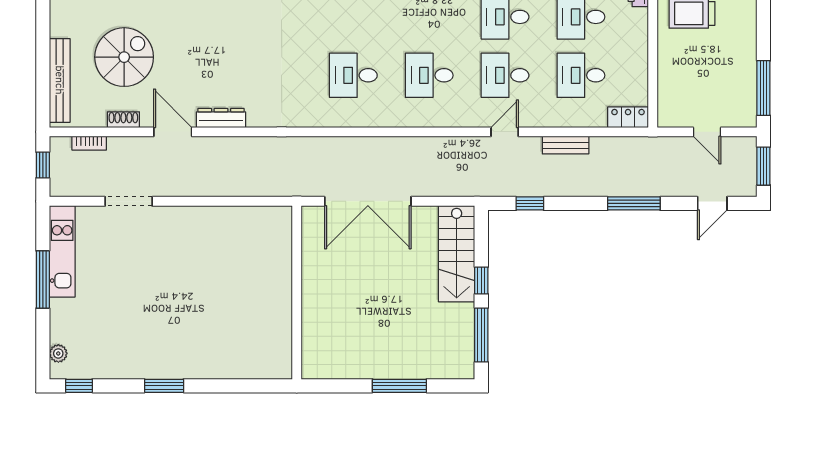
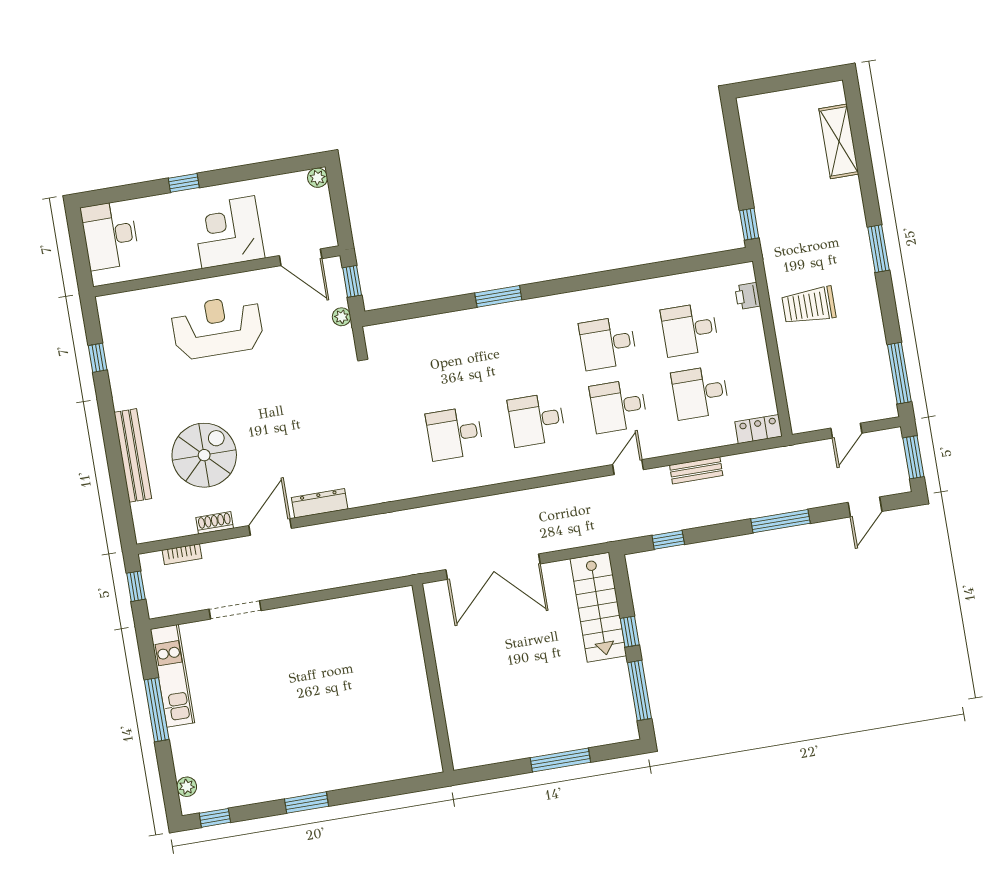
bench: (60, 80) -> (133, 455), moved
door: (173, 132) -> (270, 527), hinge flipped
door: (707, 132) -> (846, 431), hinge flipped

